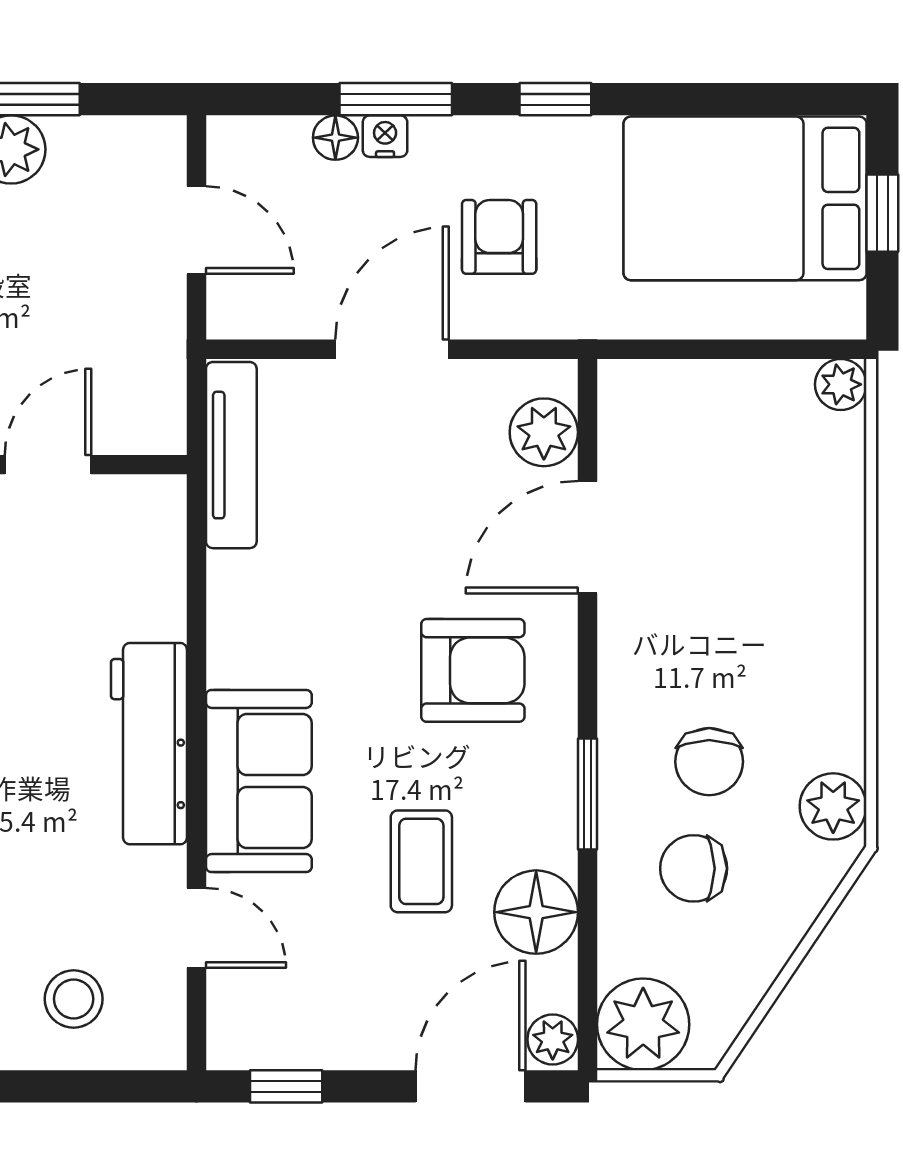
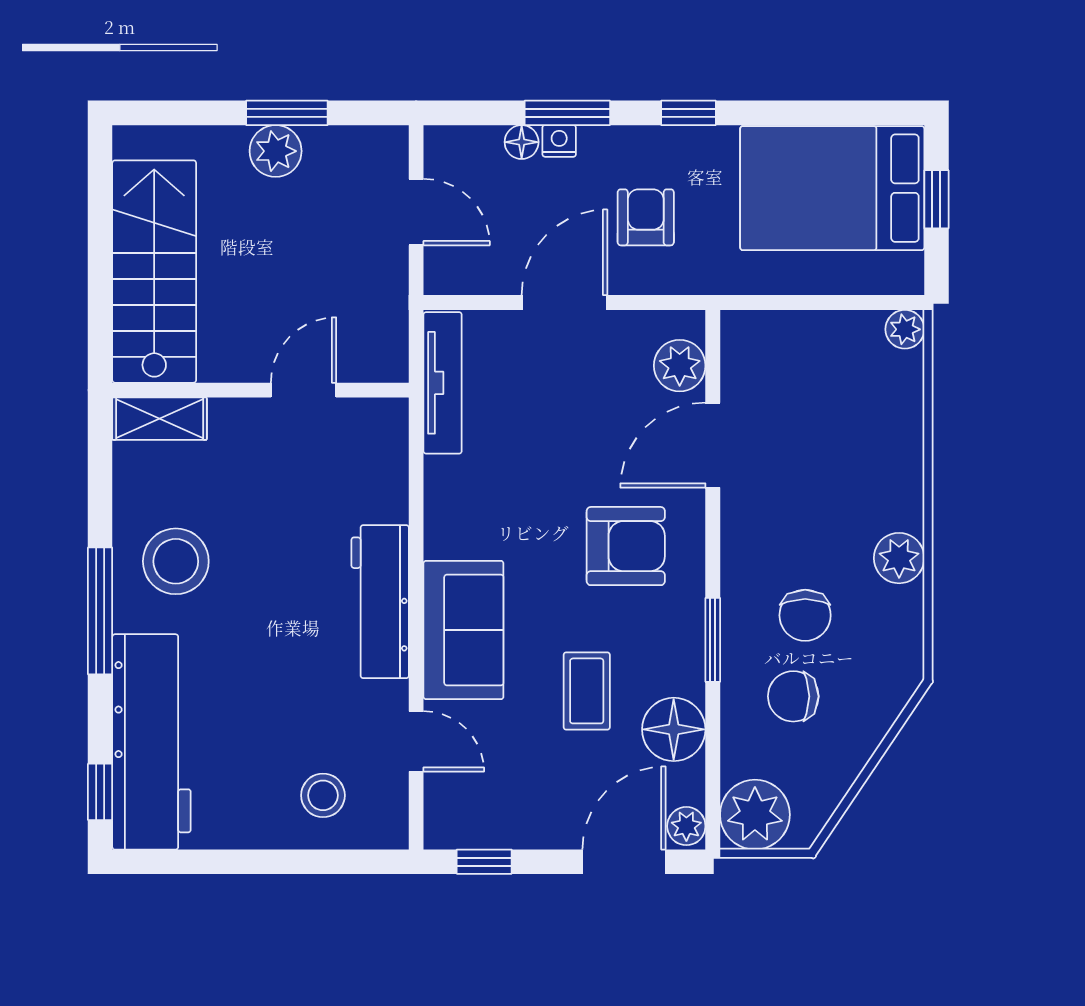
plant: (833, 806) -> (899, 558), moved

